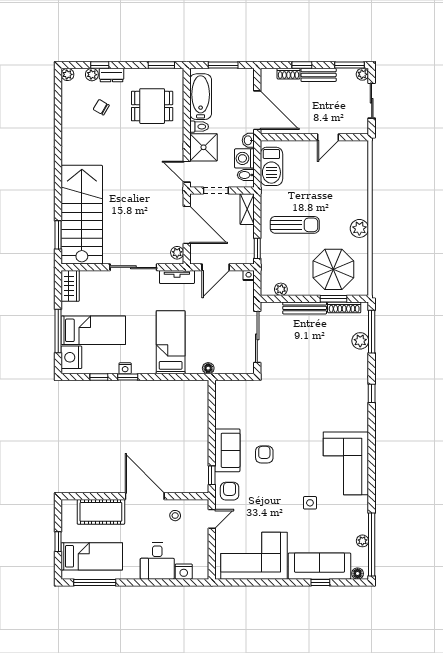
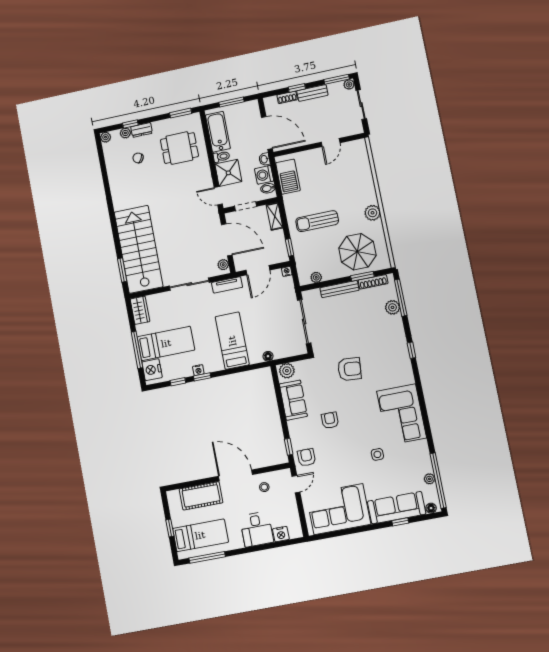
sun lounger: (295, 225) -> (317, 221), turned 180
plant: (227, 389) -> (287, 371), added
armchair: (298, 401) -> (349, 369), added
sofa: (227, 450) -> (293, 400), moved

